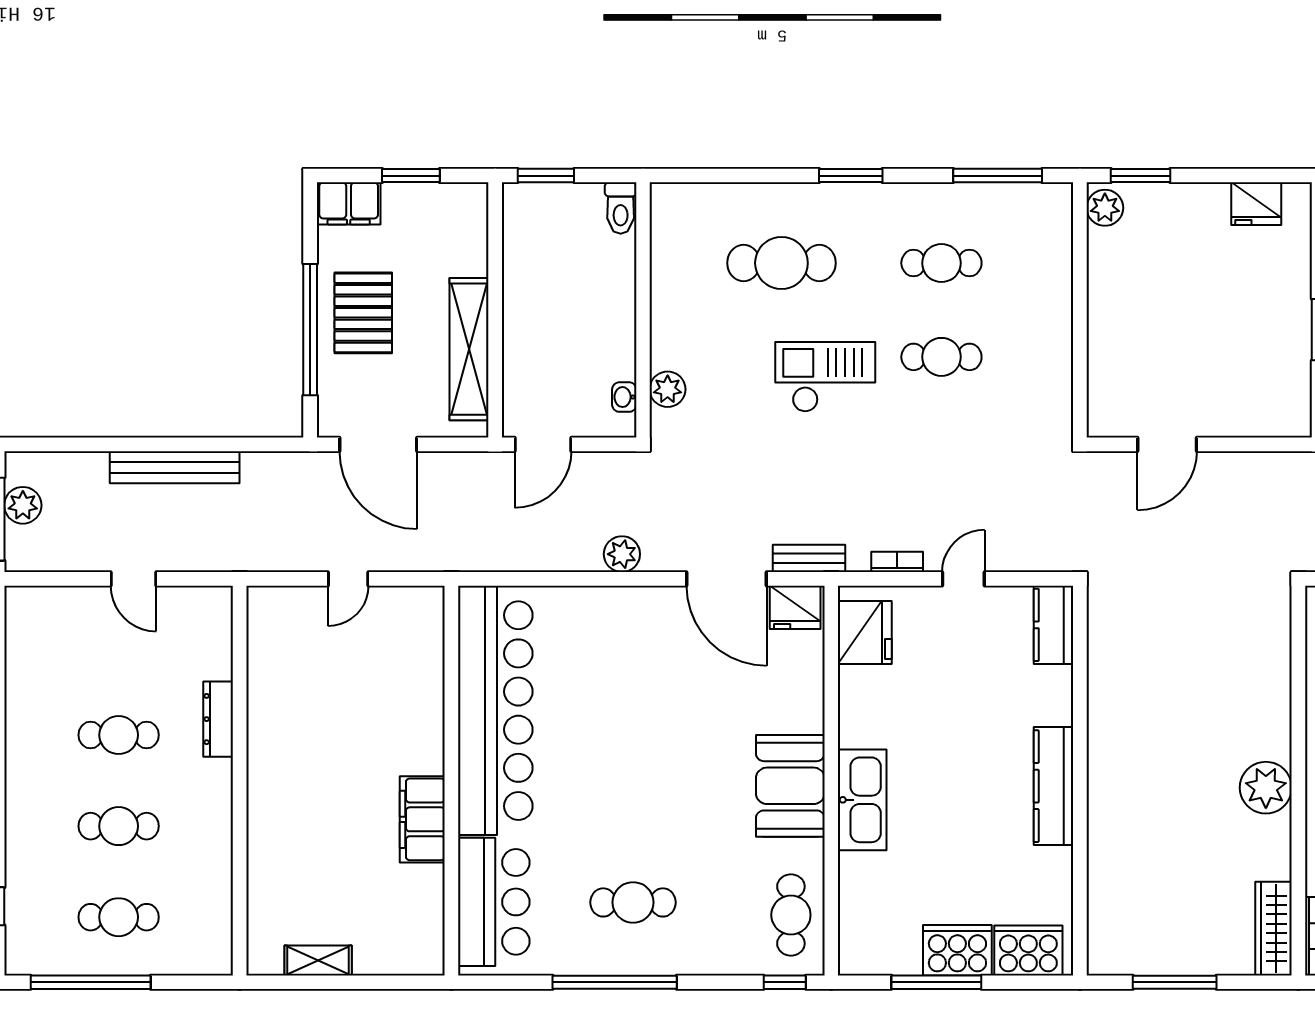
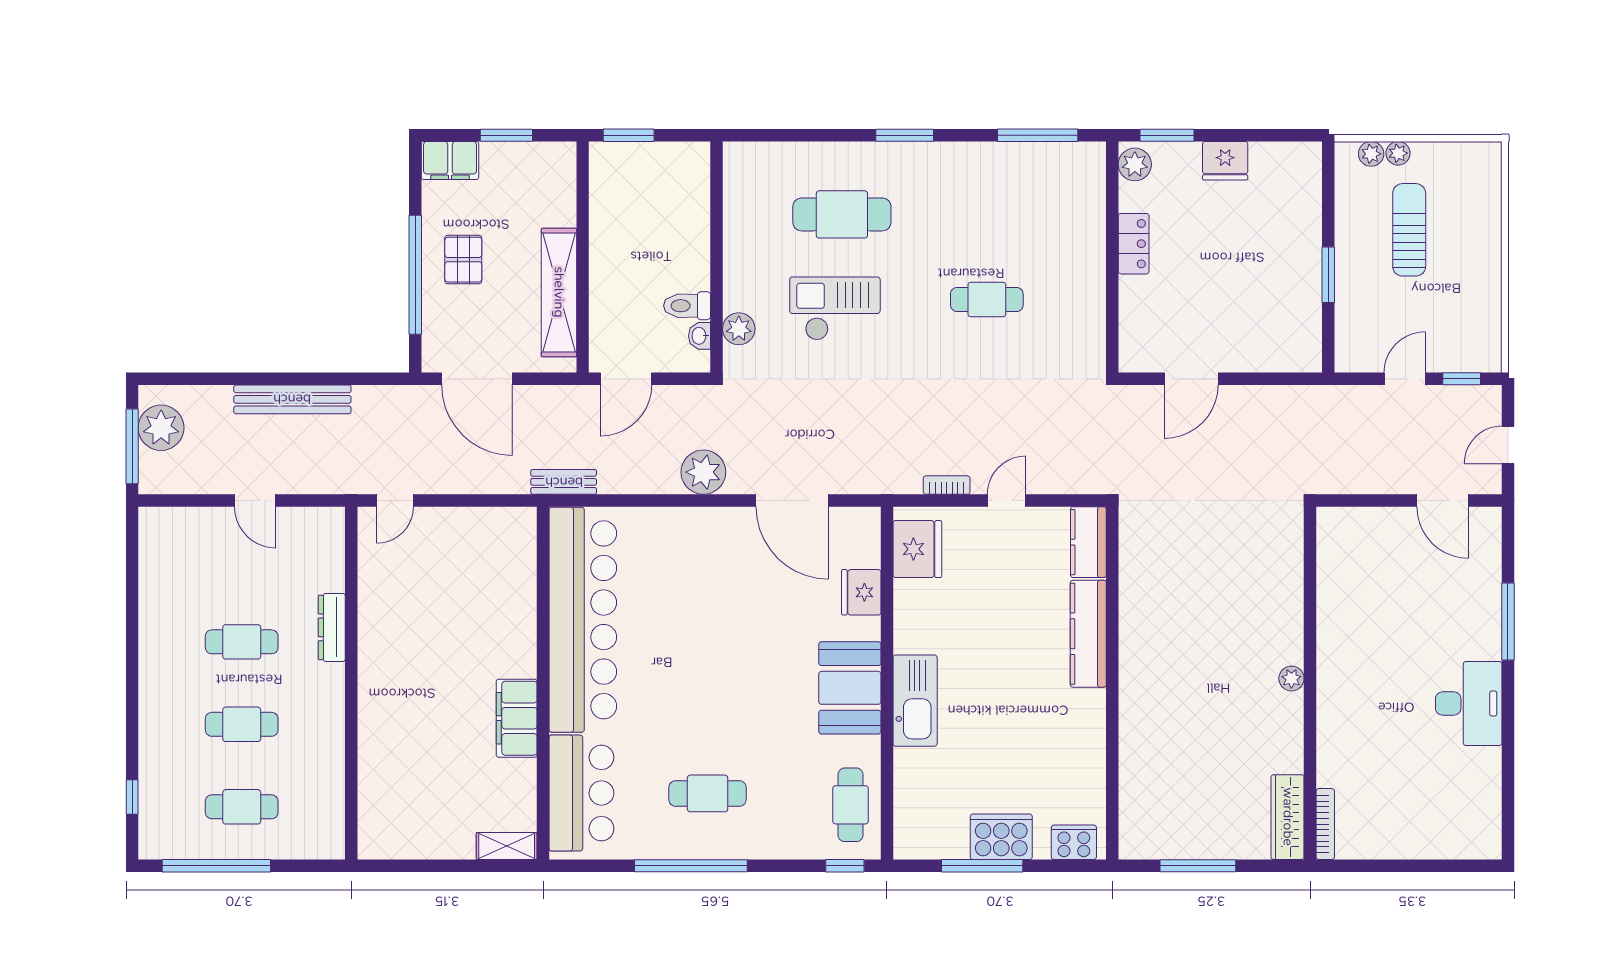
fridge: (1256, 204) -> (1225, 161), moved
toilet: (621, 208) -> (687, 306), moved, turned 90
cafe table: (941, 263) -> (987, 214), removed
locker: (1104, 295) -> (1134, 244), added
pallet: (363, 313) -> (463, 260), width x0.67, depth x0.71
checkout: (825, 377) -> (835, 308), moved
plant: (23, 505) -> (161, 428), width x1.36, depth x1.36
plant: (622, 554) -> (703, 472), width x1.36, depth x1.36
bench: (809, 558) -> (564, 482), moved
door: (348, 579) -> (395, 500), moved
fridge: (795, 607) -> (861, 592), moved, turned 90
kitchen counter: (1054, 786) -> (1088, 634), moved
plant: (1266, 788) -> (1291, 679), width x0.53, depth x0.53
cooker: (1028, 950) -> (1074, 842), width x0.73, depth x0.76
shelving: (318, 960) -> (507, 846), moved

